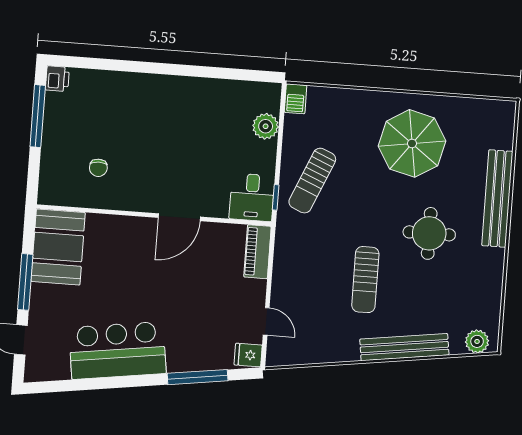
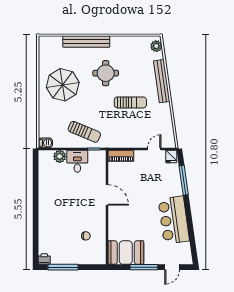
desk: (252, 197) -> (77, 161), moved, turned -90

